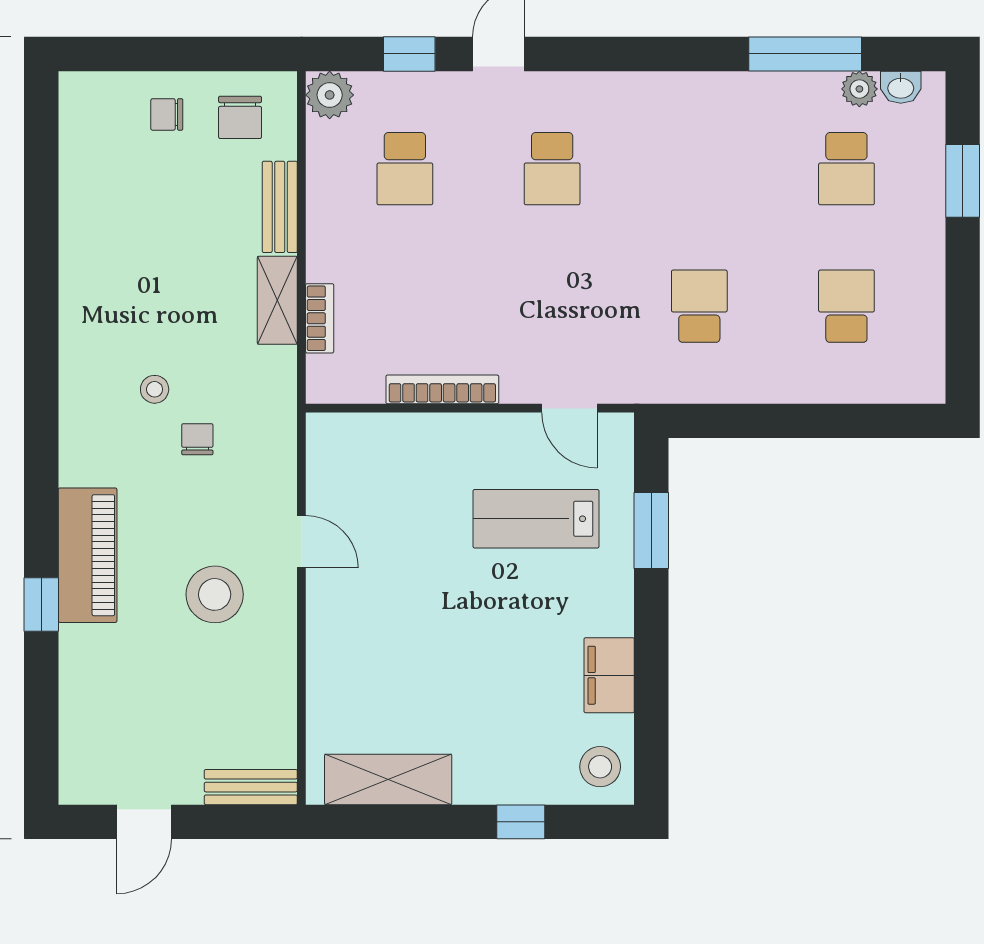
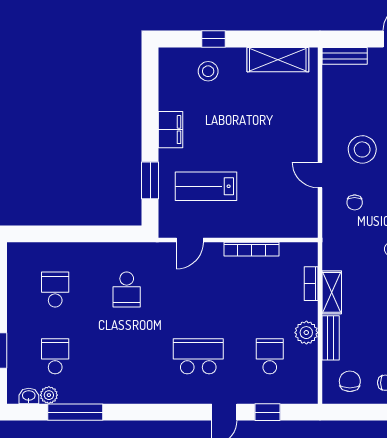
plant: (330, 95) -> (306, 333), moved
school desk: (552, 169) -> (198, 356), width x1.85
school desk: (846, 306) -> (55, 290), turned 180
door: (569, 408) -> (190, 240), swing flipped
chair: (197, 439) -> (355, 202), moved
lab bench: (536, 519) -> (206, 186), turned 180
filing cabinet: (609, 675) -> (170, 130), moved
stool: (600, 767) -> (208, 71), moved

